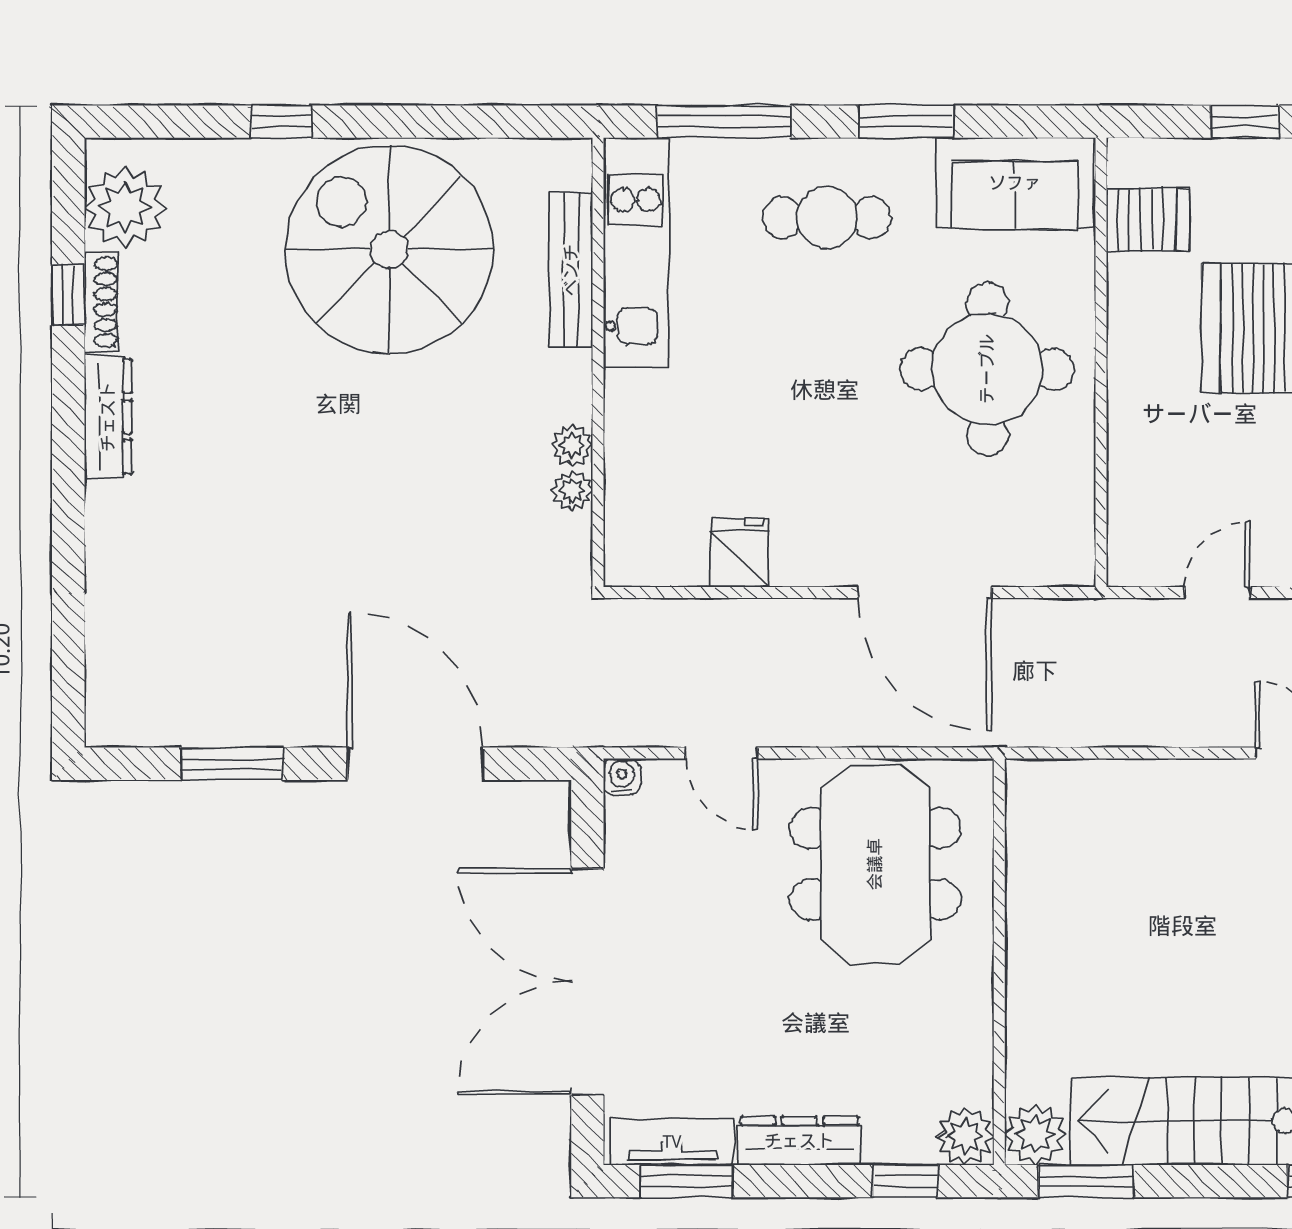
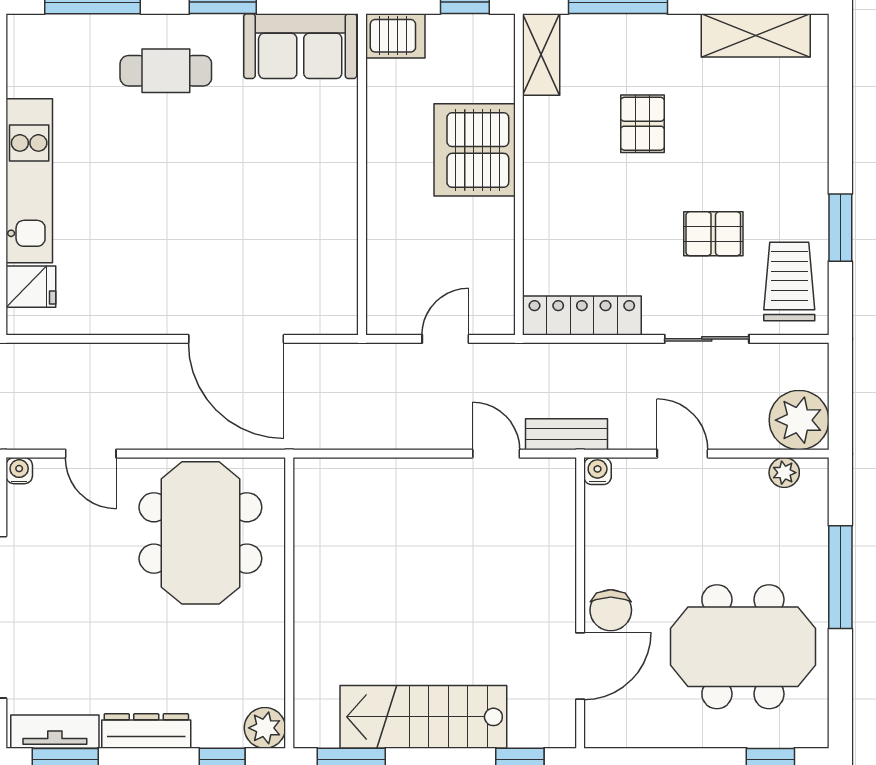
server rack: (1148, 220) -> (395, 36), moved
kitchen unit: (636, 253) -> (29, 181), moved
round table: (987, 369) -> (281, 179), removed
fridge: (739, 553) -> (31, 287), moved, turned 90
plant: (1035, 1134) -> (315, 726), removed

